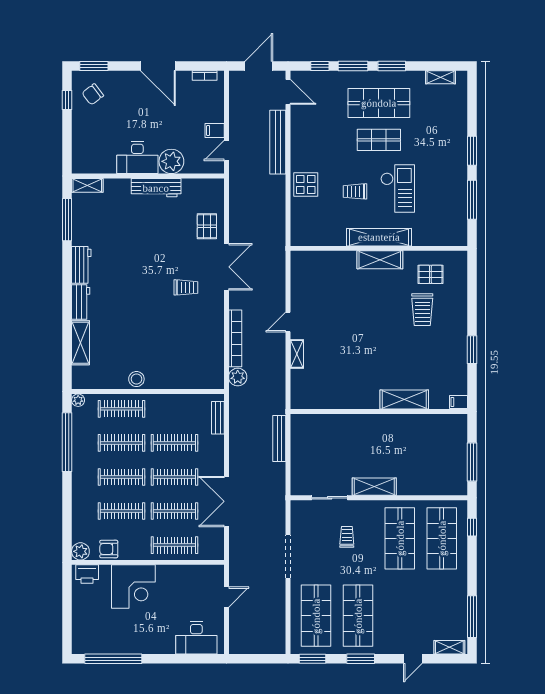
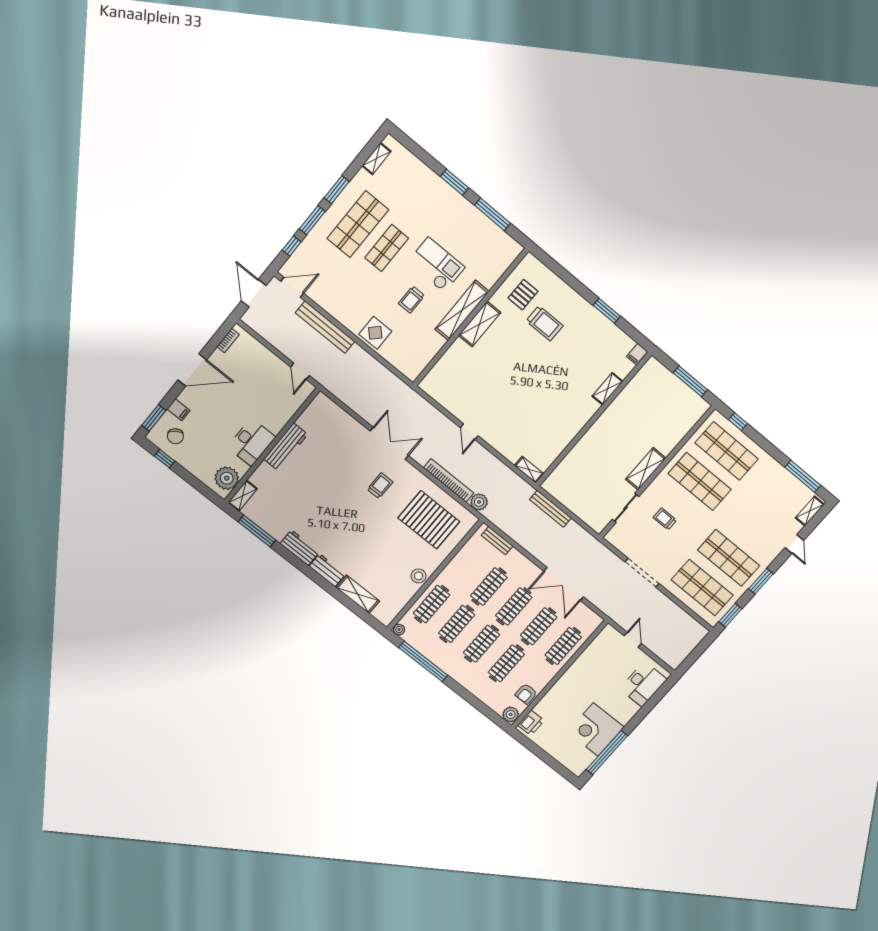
filing cabinet: (215, 130) -> (178, 410), moved, turned -90
plant: (171, 161) -> (227, 478), moved
pallet: (207, 226) -> (429, 520), moved, width x2.05, depth x2.00
shelving: (297, 354) -> (529, 470), moved
shelving: (404, 400) -> (607, 389), width x0.67, depth x0.75
corner desk: (133, 587) -> (596, 729), moved, turned 180

